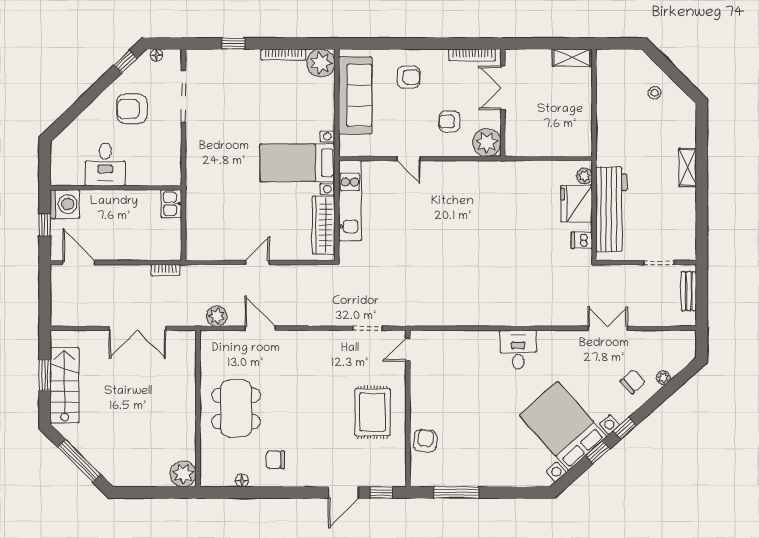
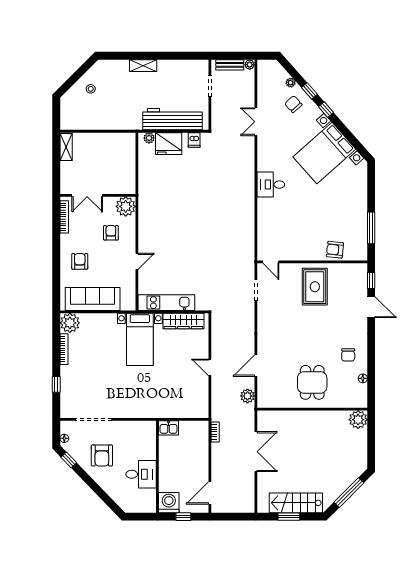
armchair: (449, 122) -> (111, 233), turned 180
plant: (689, 319) -> (250, 65), added
dining table: (236, 408) -> (312, 382), width x0.73
rug: (373, 412) -> (315, 287), turned 90
window: (598, 452) -> (309, 91), moved

